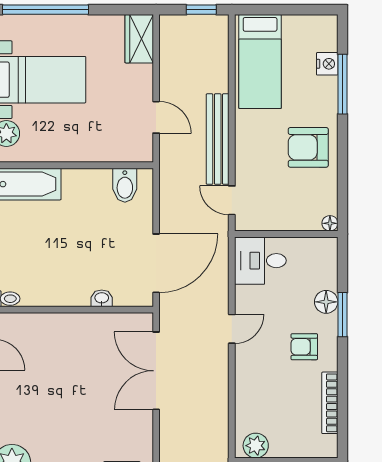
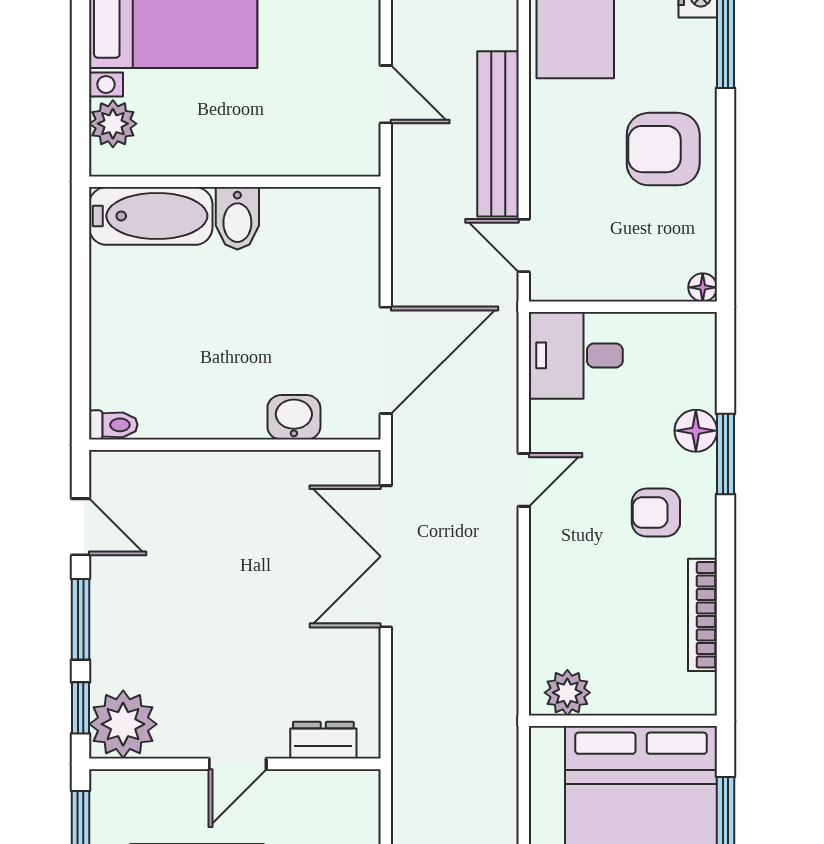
bidet: (125, 185) -> (237, 218), moved
washbasin: (102, 298) -> (294, 417), width x1.38, depth x1.45

